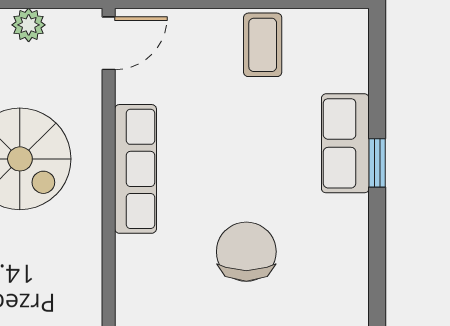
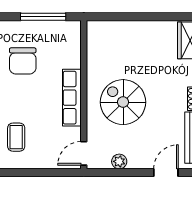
coffee table: (263, 45) -> (16, 137), moved

